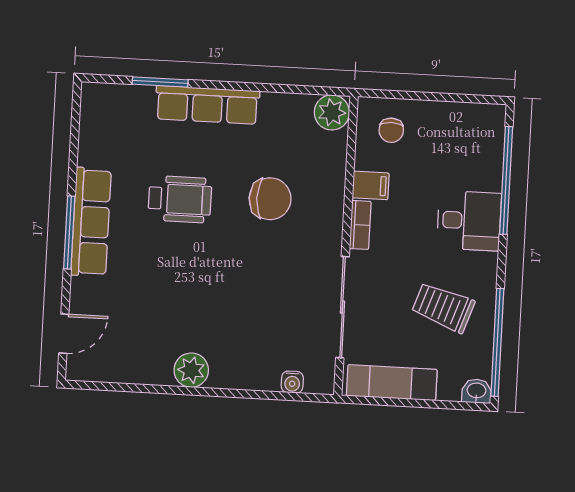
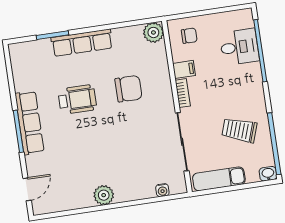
chair: (391, 130) -> (189, 36), turned -90
desk: (469, 221) -> (239, 47), moved

